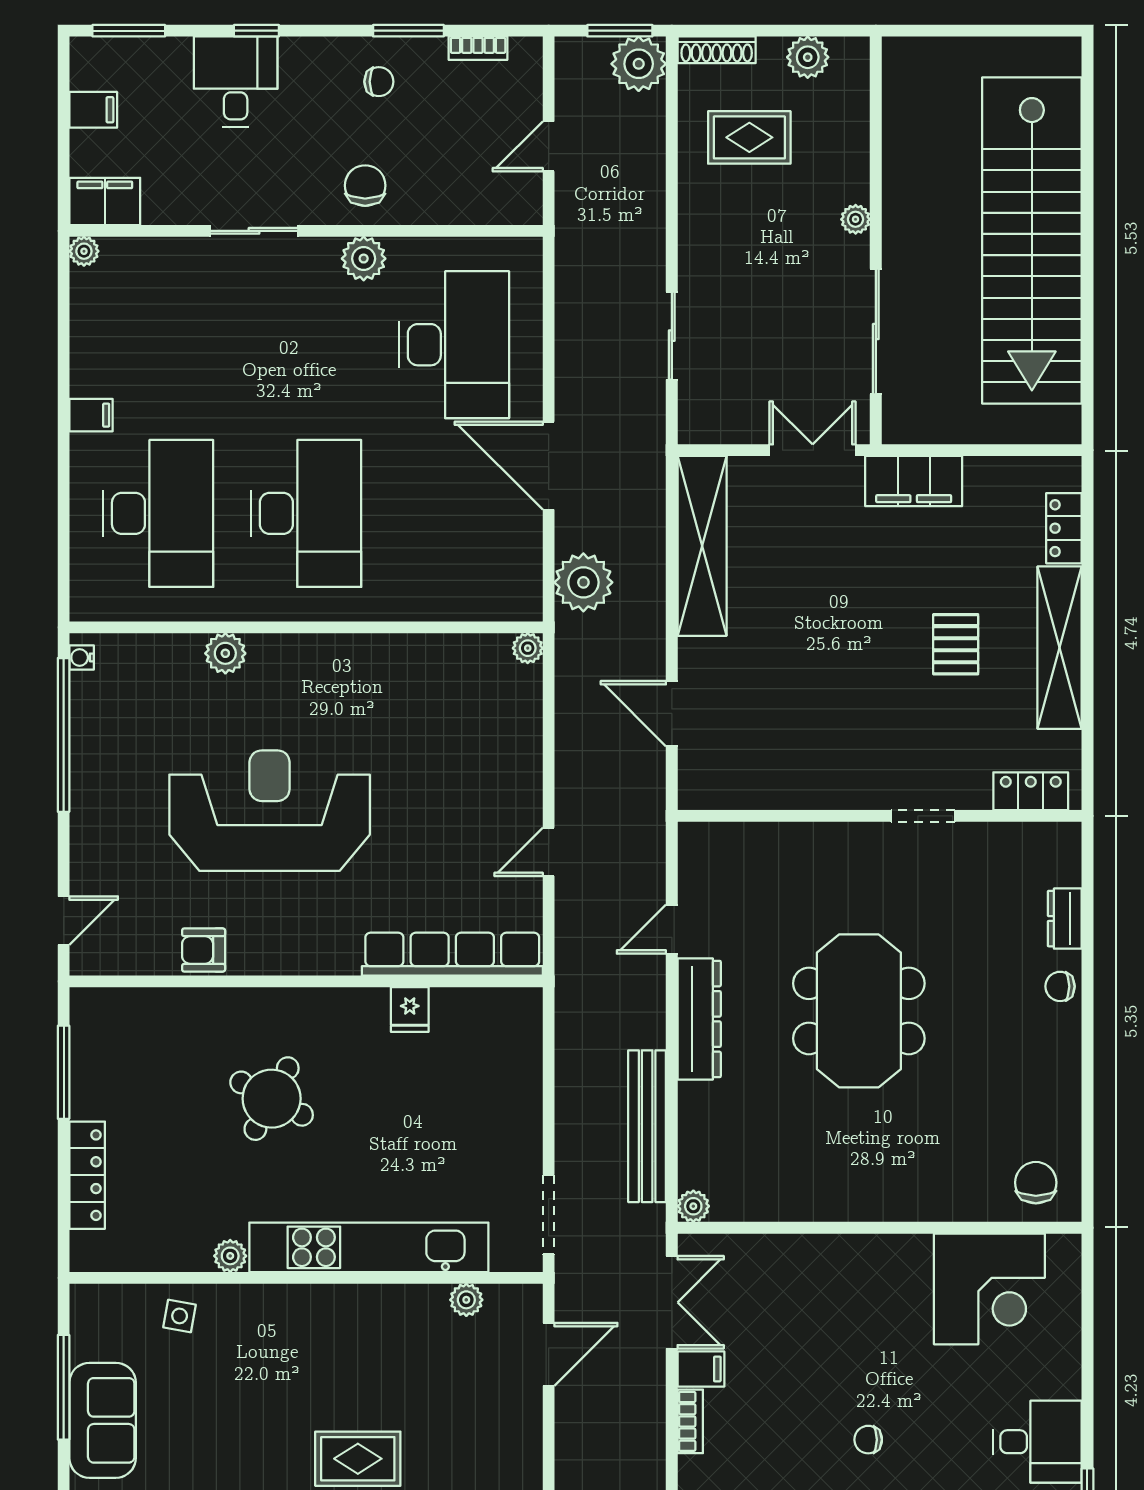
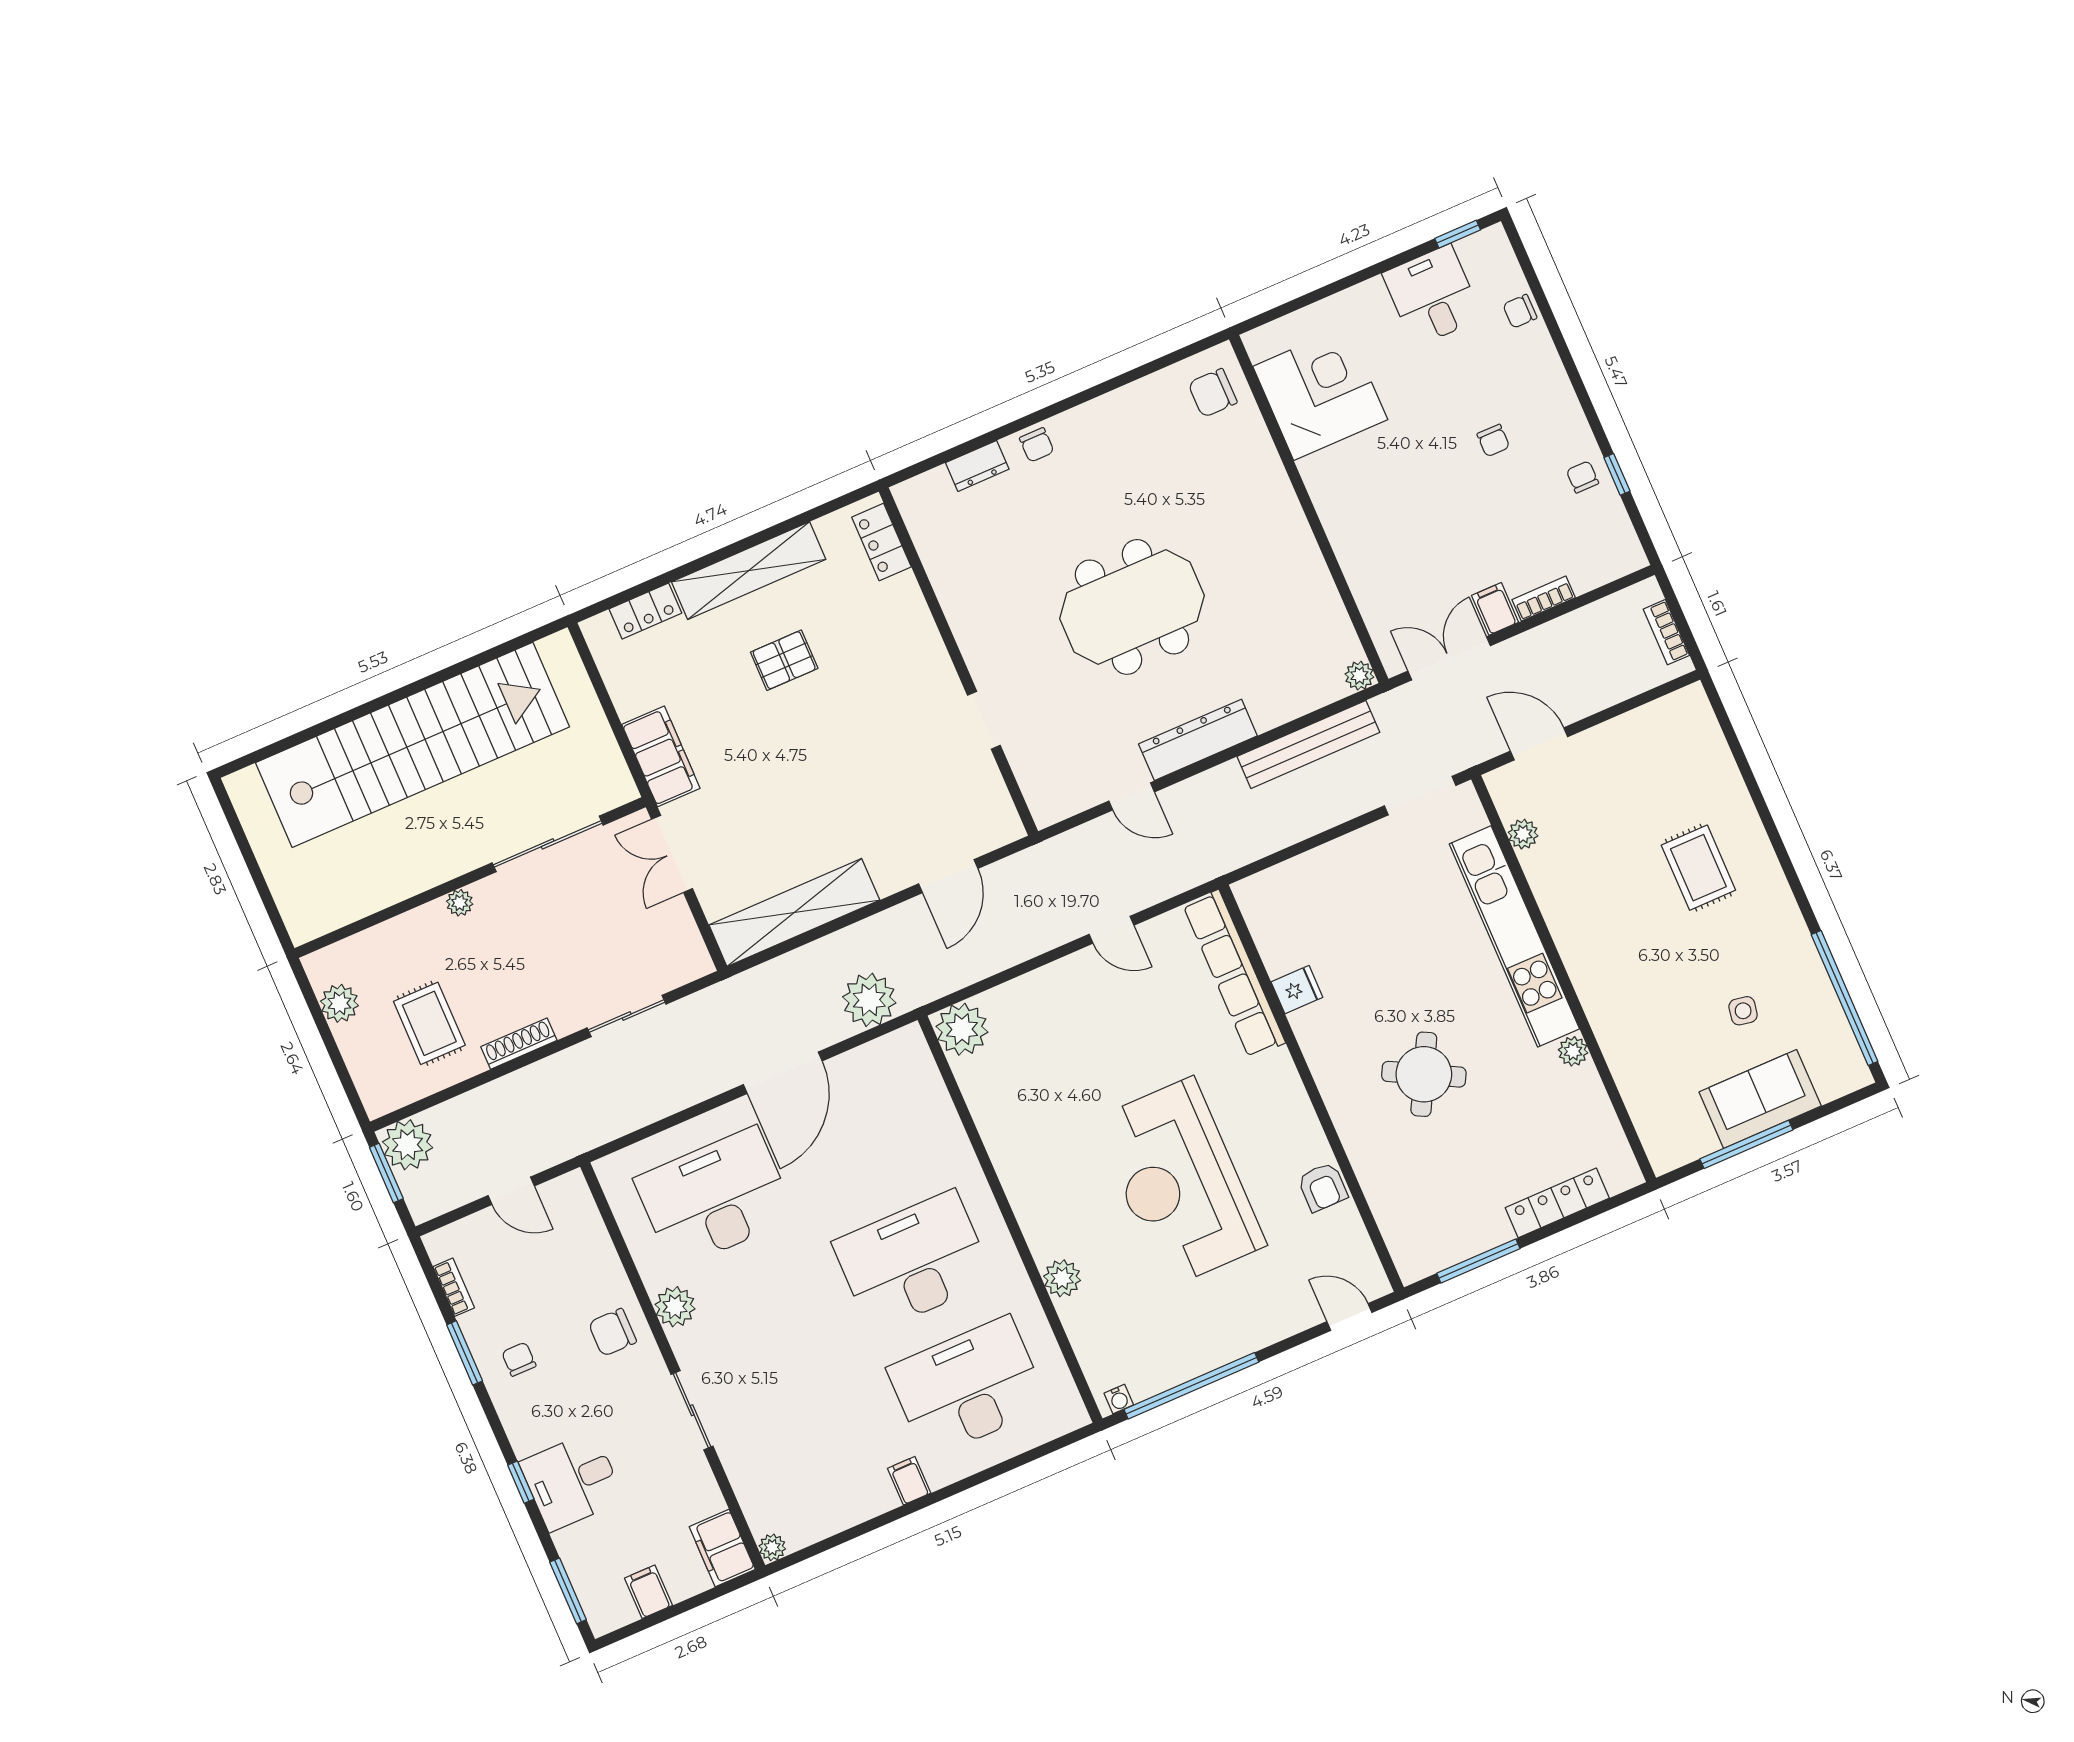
shoe rack: (717, 50) -> (519, 1044), moved, turned -90
plant: (528, 648) -> (962, 1029), width x1.87, depth x1.87
doorway: (923, 816) -> (984, 720), moved
side table: (180, 1316) -> (1743, 1011), moved

